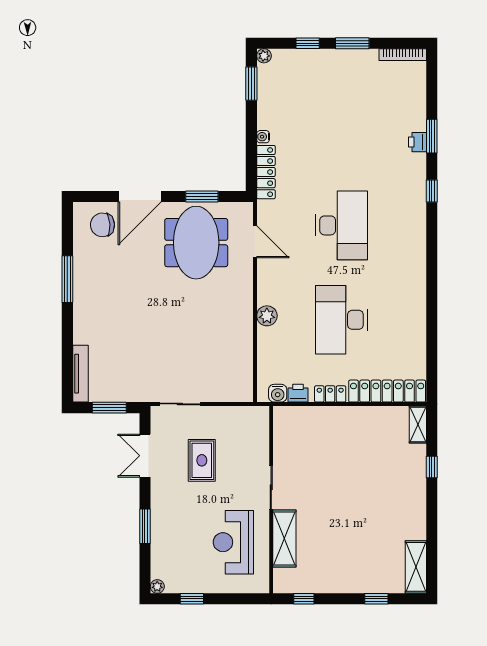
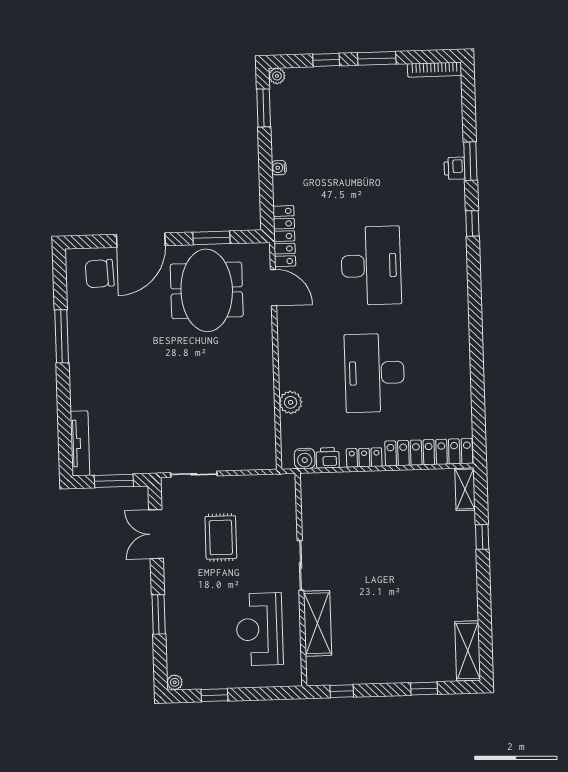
locker: (266, 172) -> (284, 236), moved
plant: (267, 316) -> (291, 402), moved

